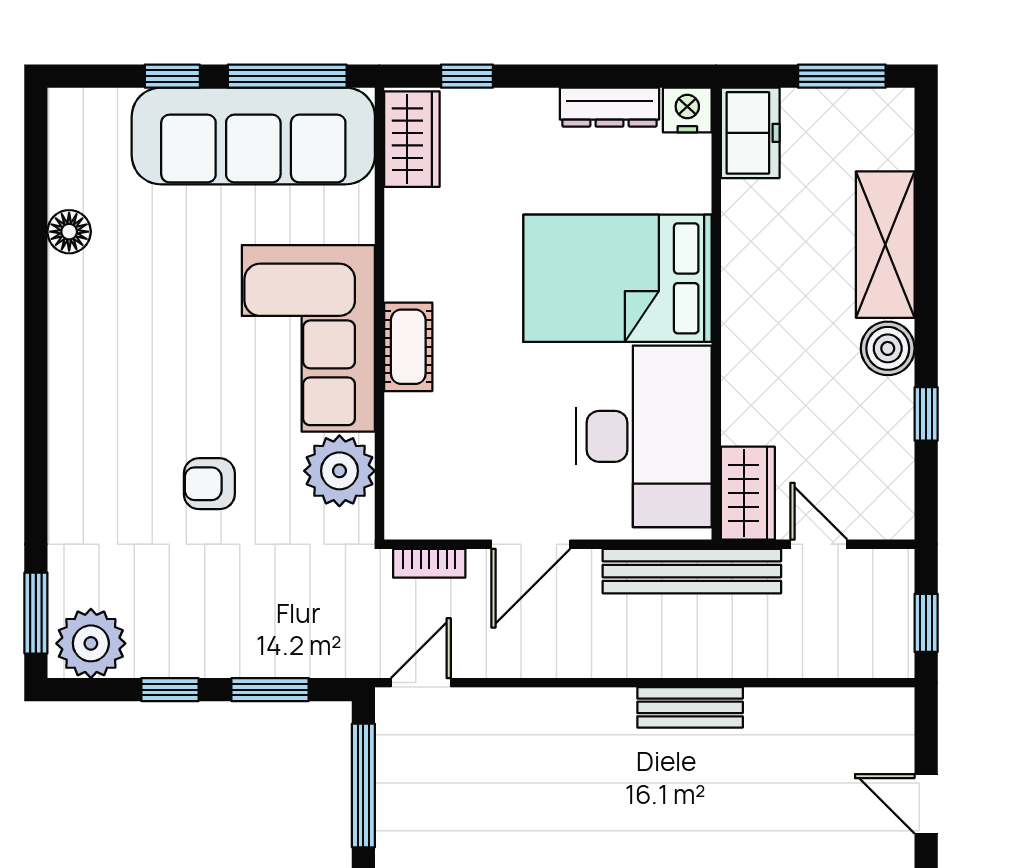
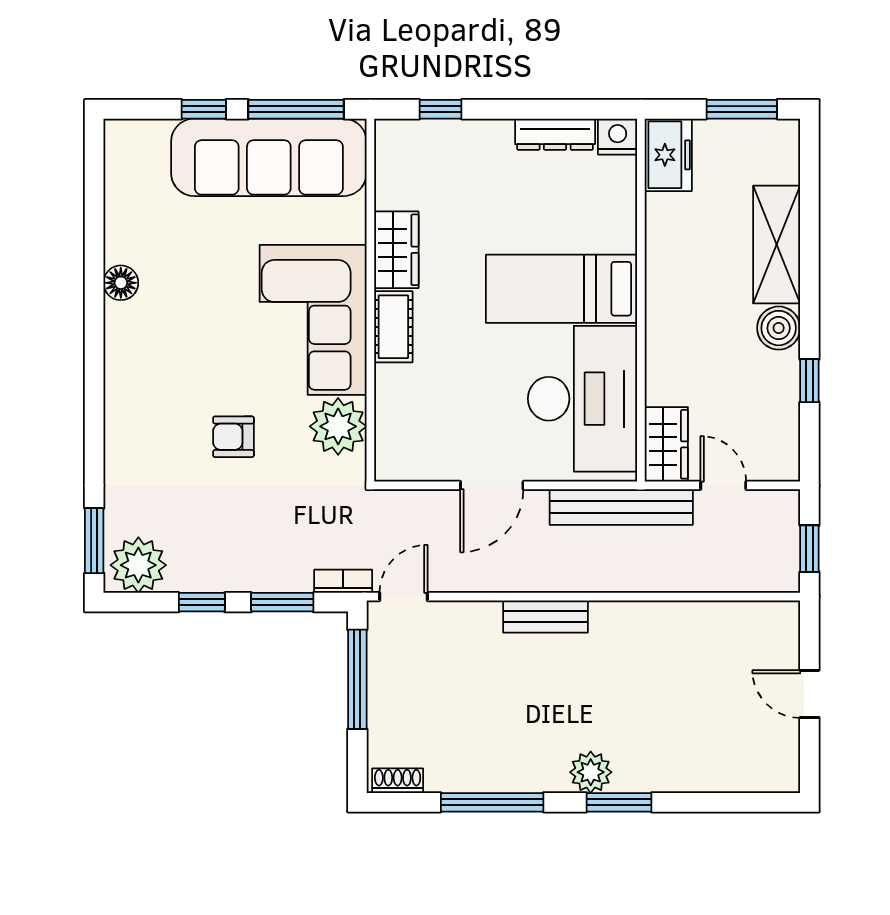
wardrobe: (412, 139) -> (396, 250), moved
floor lamp: (69, 232) -> (121, 283), moved
bed: (617, 278) -> (561, 289), width x0.67
bookcase: (429, 563) -> (343, 581), moved, turned 180
bench: (690, 707) -> (545, 616), moved

